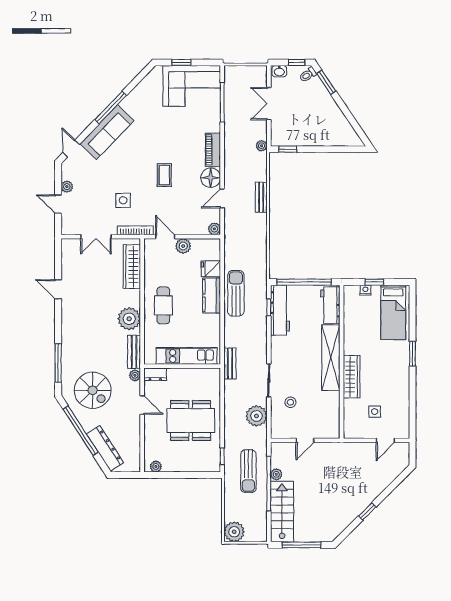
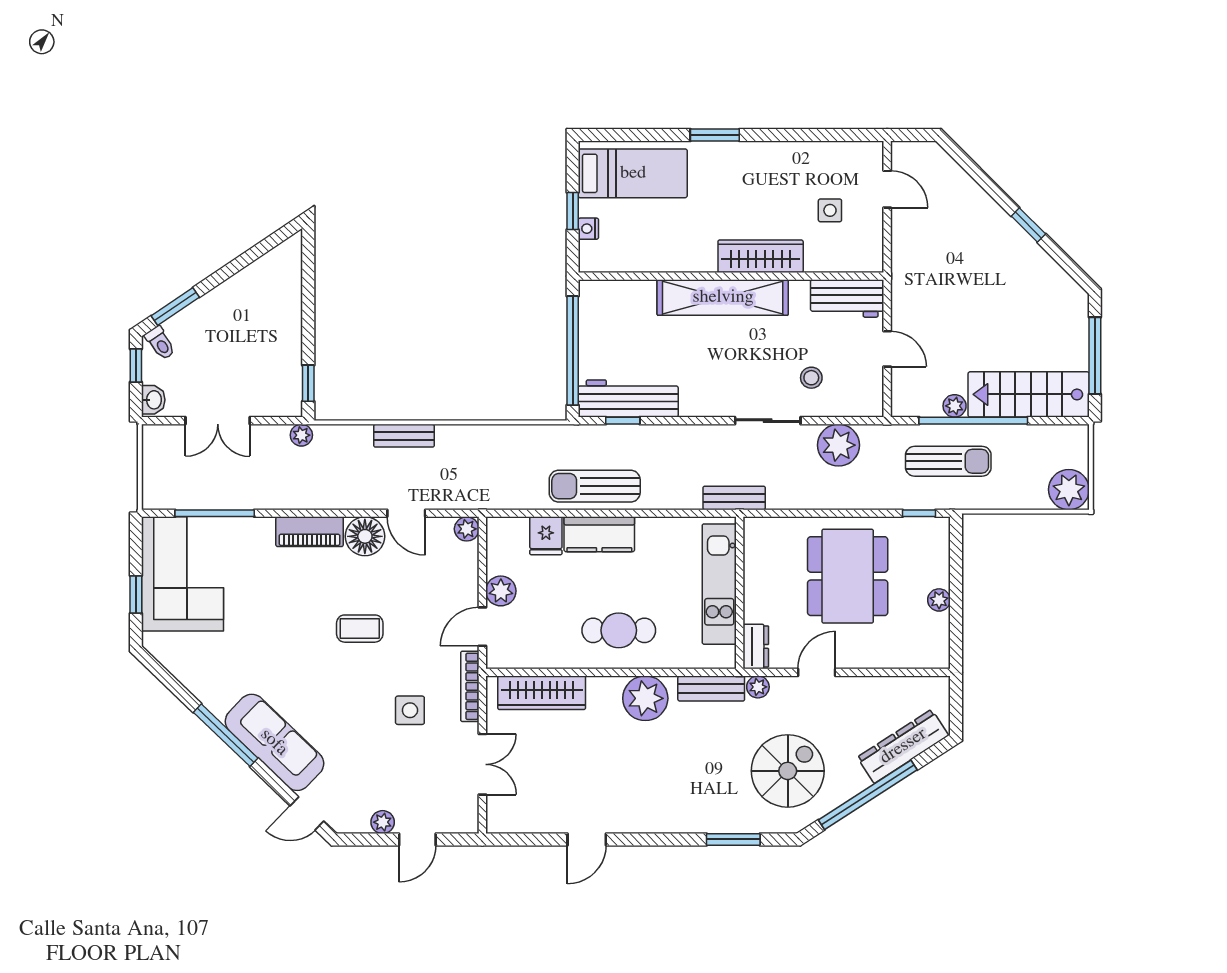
workbench: (330, 305) -> (847, 298), moved
window: (58, 363) -> (733, 839), width x0.69
plant: (156, 466) -> (939, 600), moved

